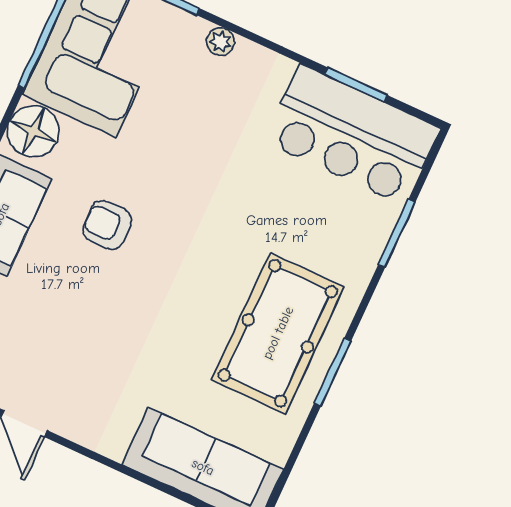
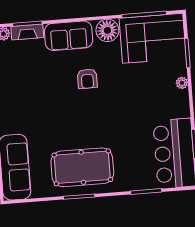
armchair: (107, 225) -> (87, 79), turned 180

